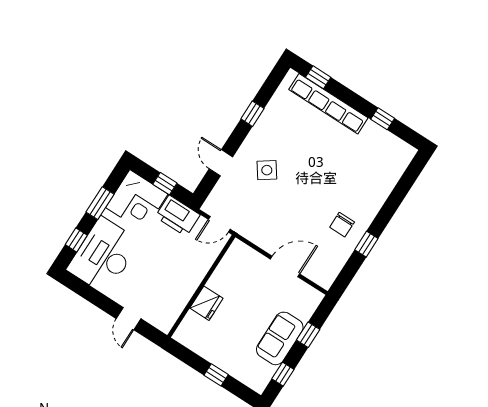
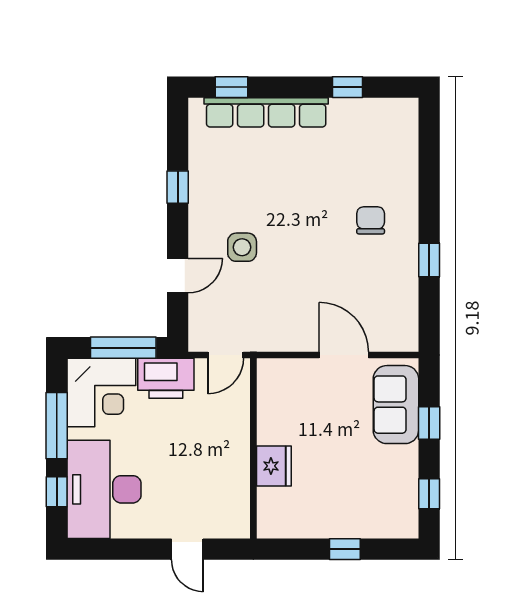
door: (221, 163) -> (178, 276), swing flipped
side table: (267, 170) -> (242, 247), turned 35
window: (165, 184) -> (123, 348), width x2.17
window: (100, 203) -> (57, 426), width x1.44
chair: (342, 225) -> (371, 220), moved, turned 180
door: (285, 266) -> (344, 355), hinge flipped
sofa: (280, 338) -> (396, 405), moved

